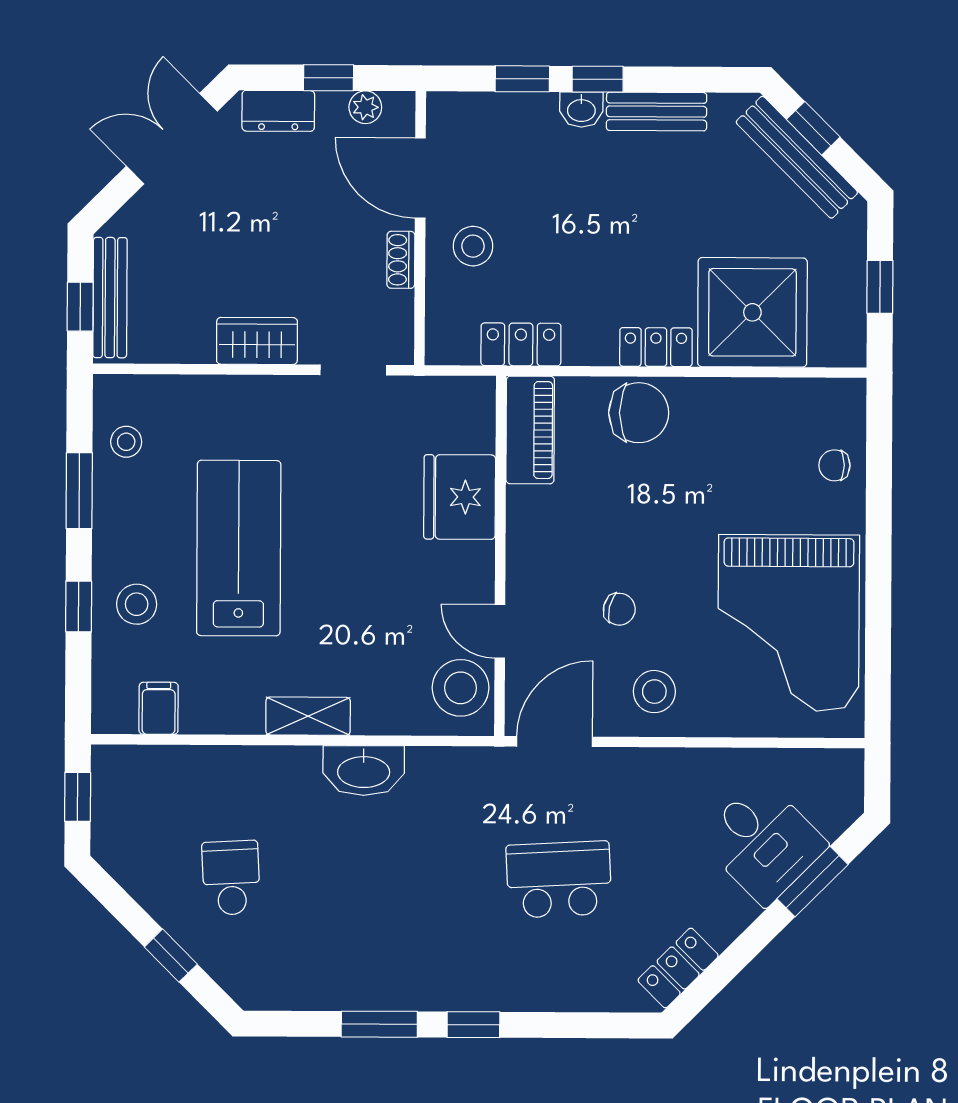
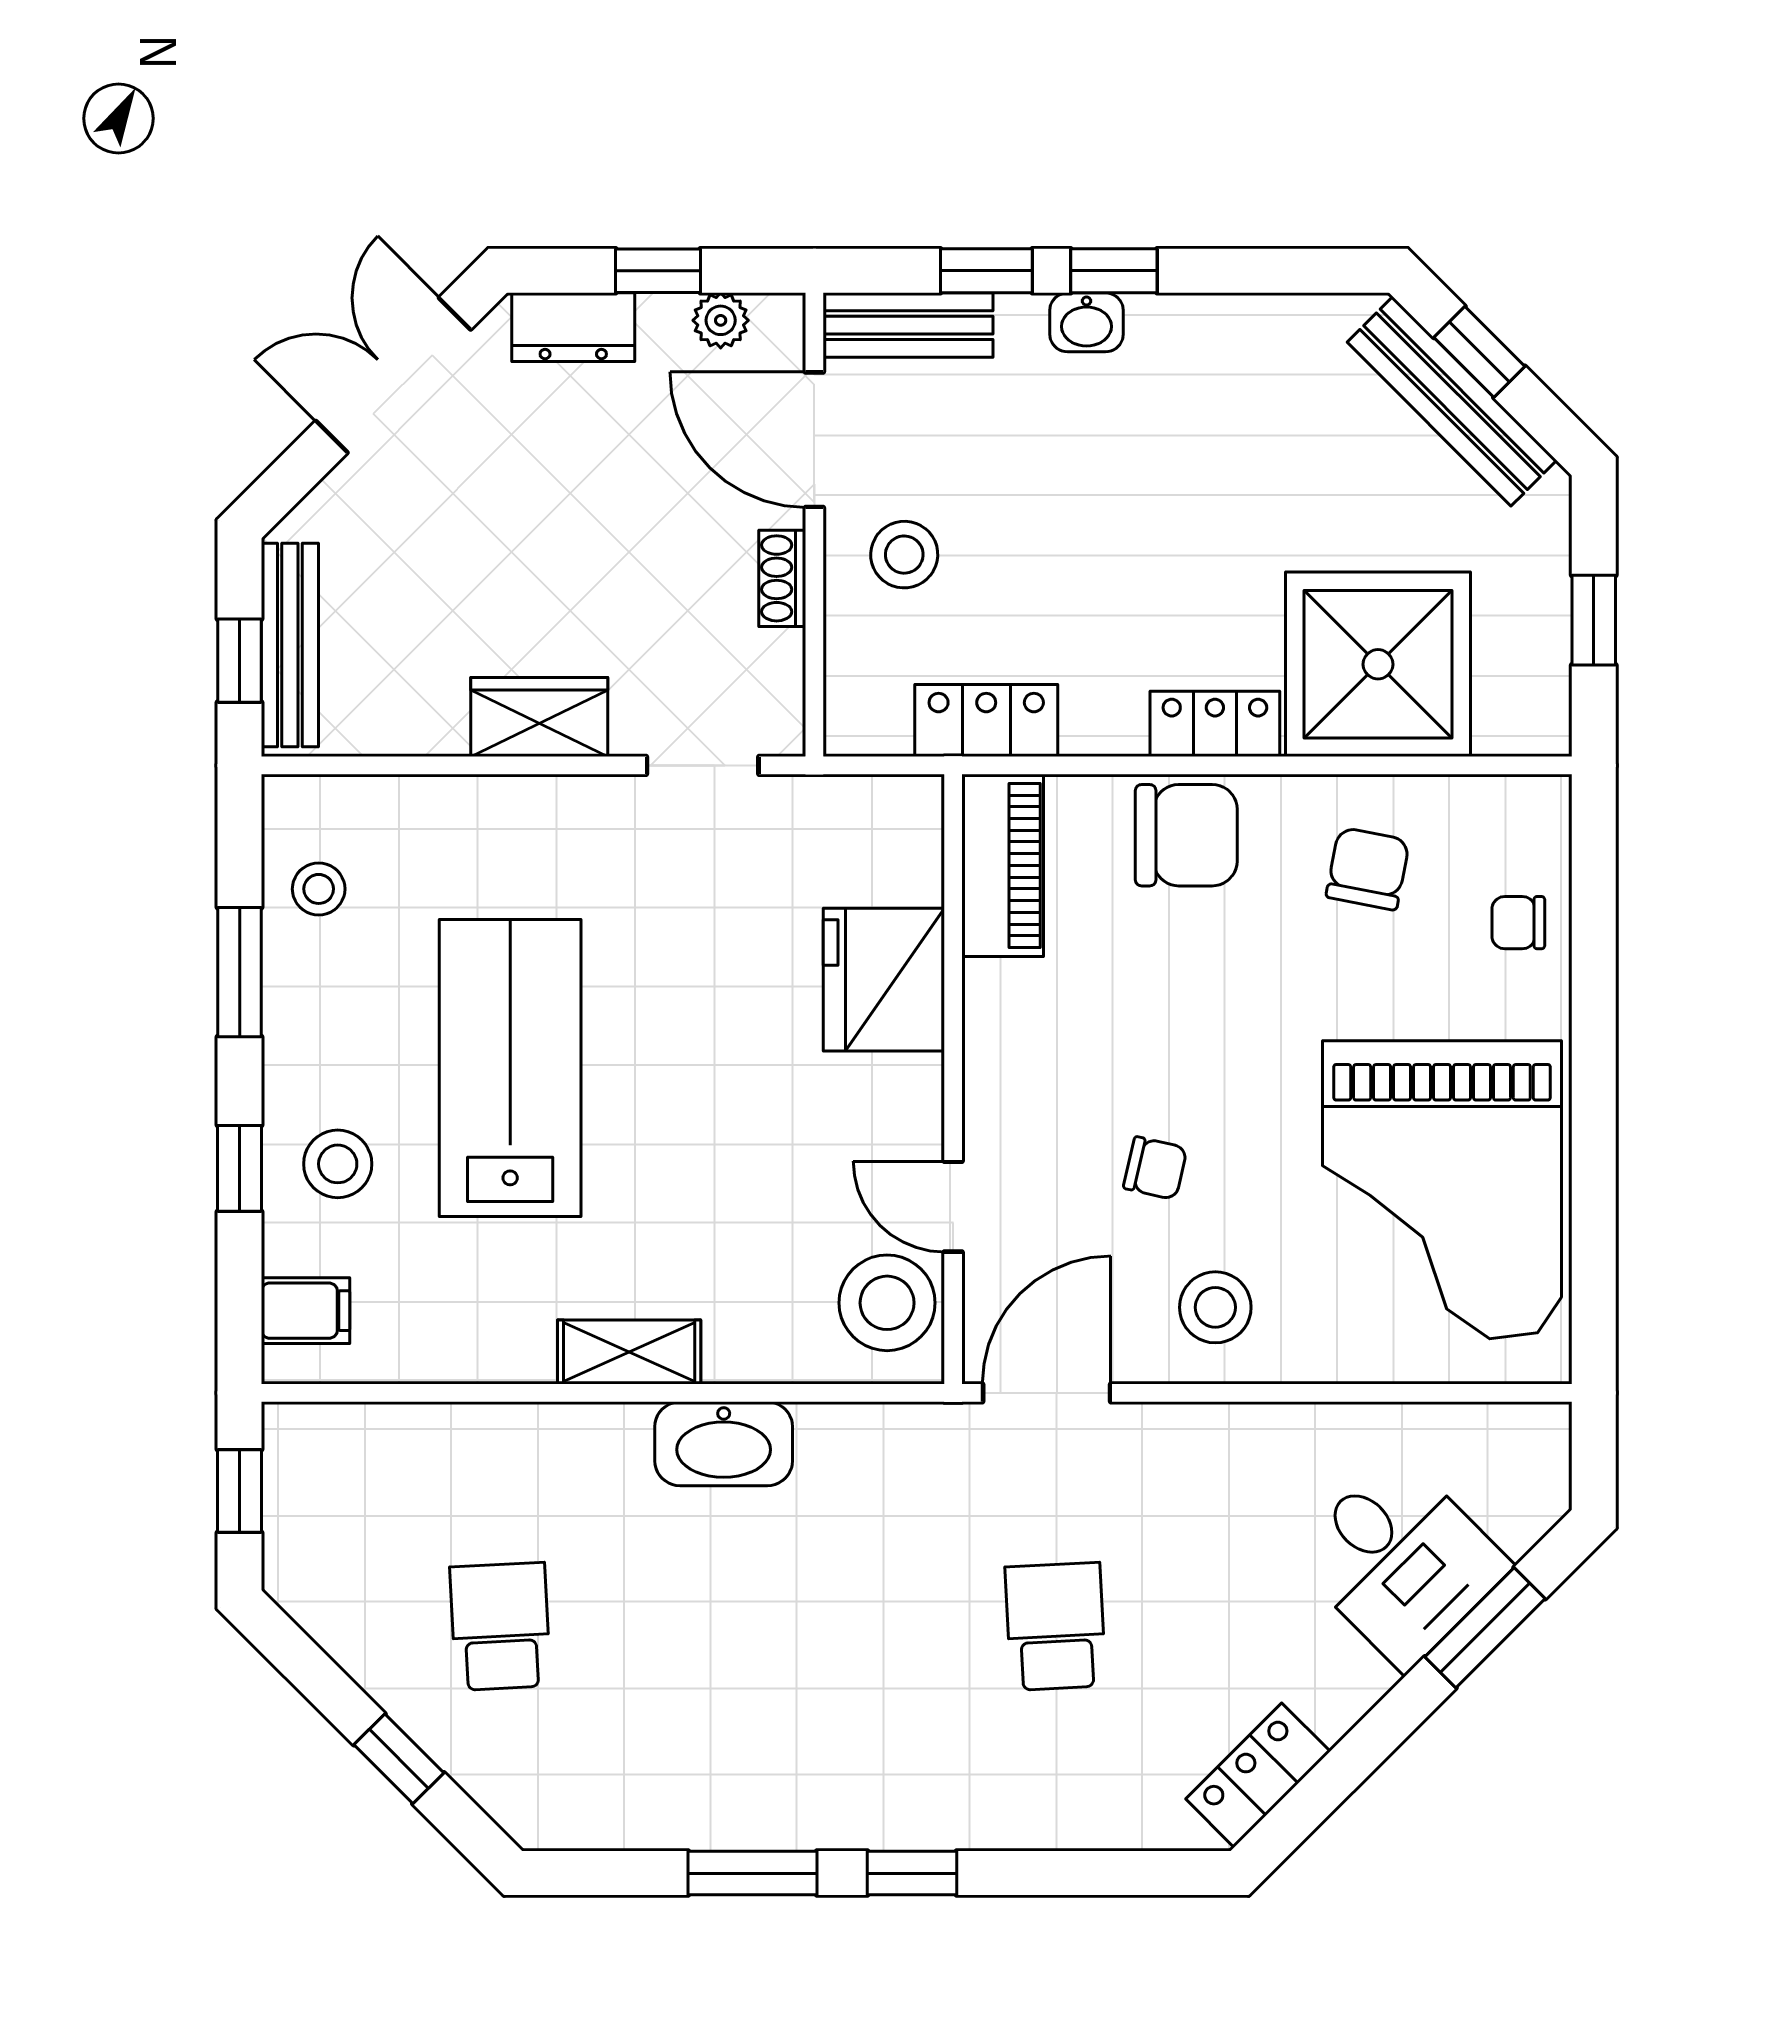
bench: (657, 112) -> (908, 325), moved
chair: (746, 433) -> (1368, 869), added
filing cabinet: (159, 708) -> (305, 1311), moved, turned 90
school desk: (559, 879) -> (1055, 1626), width x0.54

